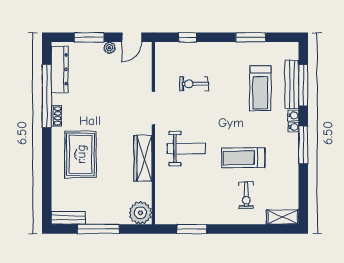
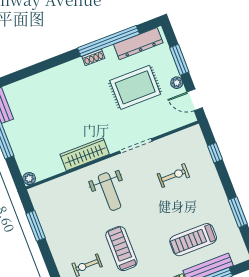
exercise bike: (194, 84) -> (173, 176), turned 90
rug: (81, 154) -> (135, 87), moved
plant: (140, 213) -> (29, 179), width x0.53, depth x0.53

